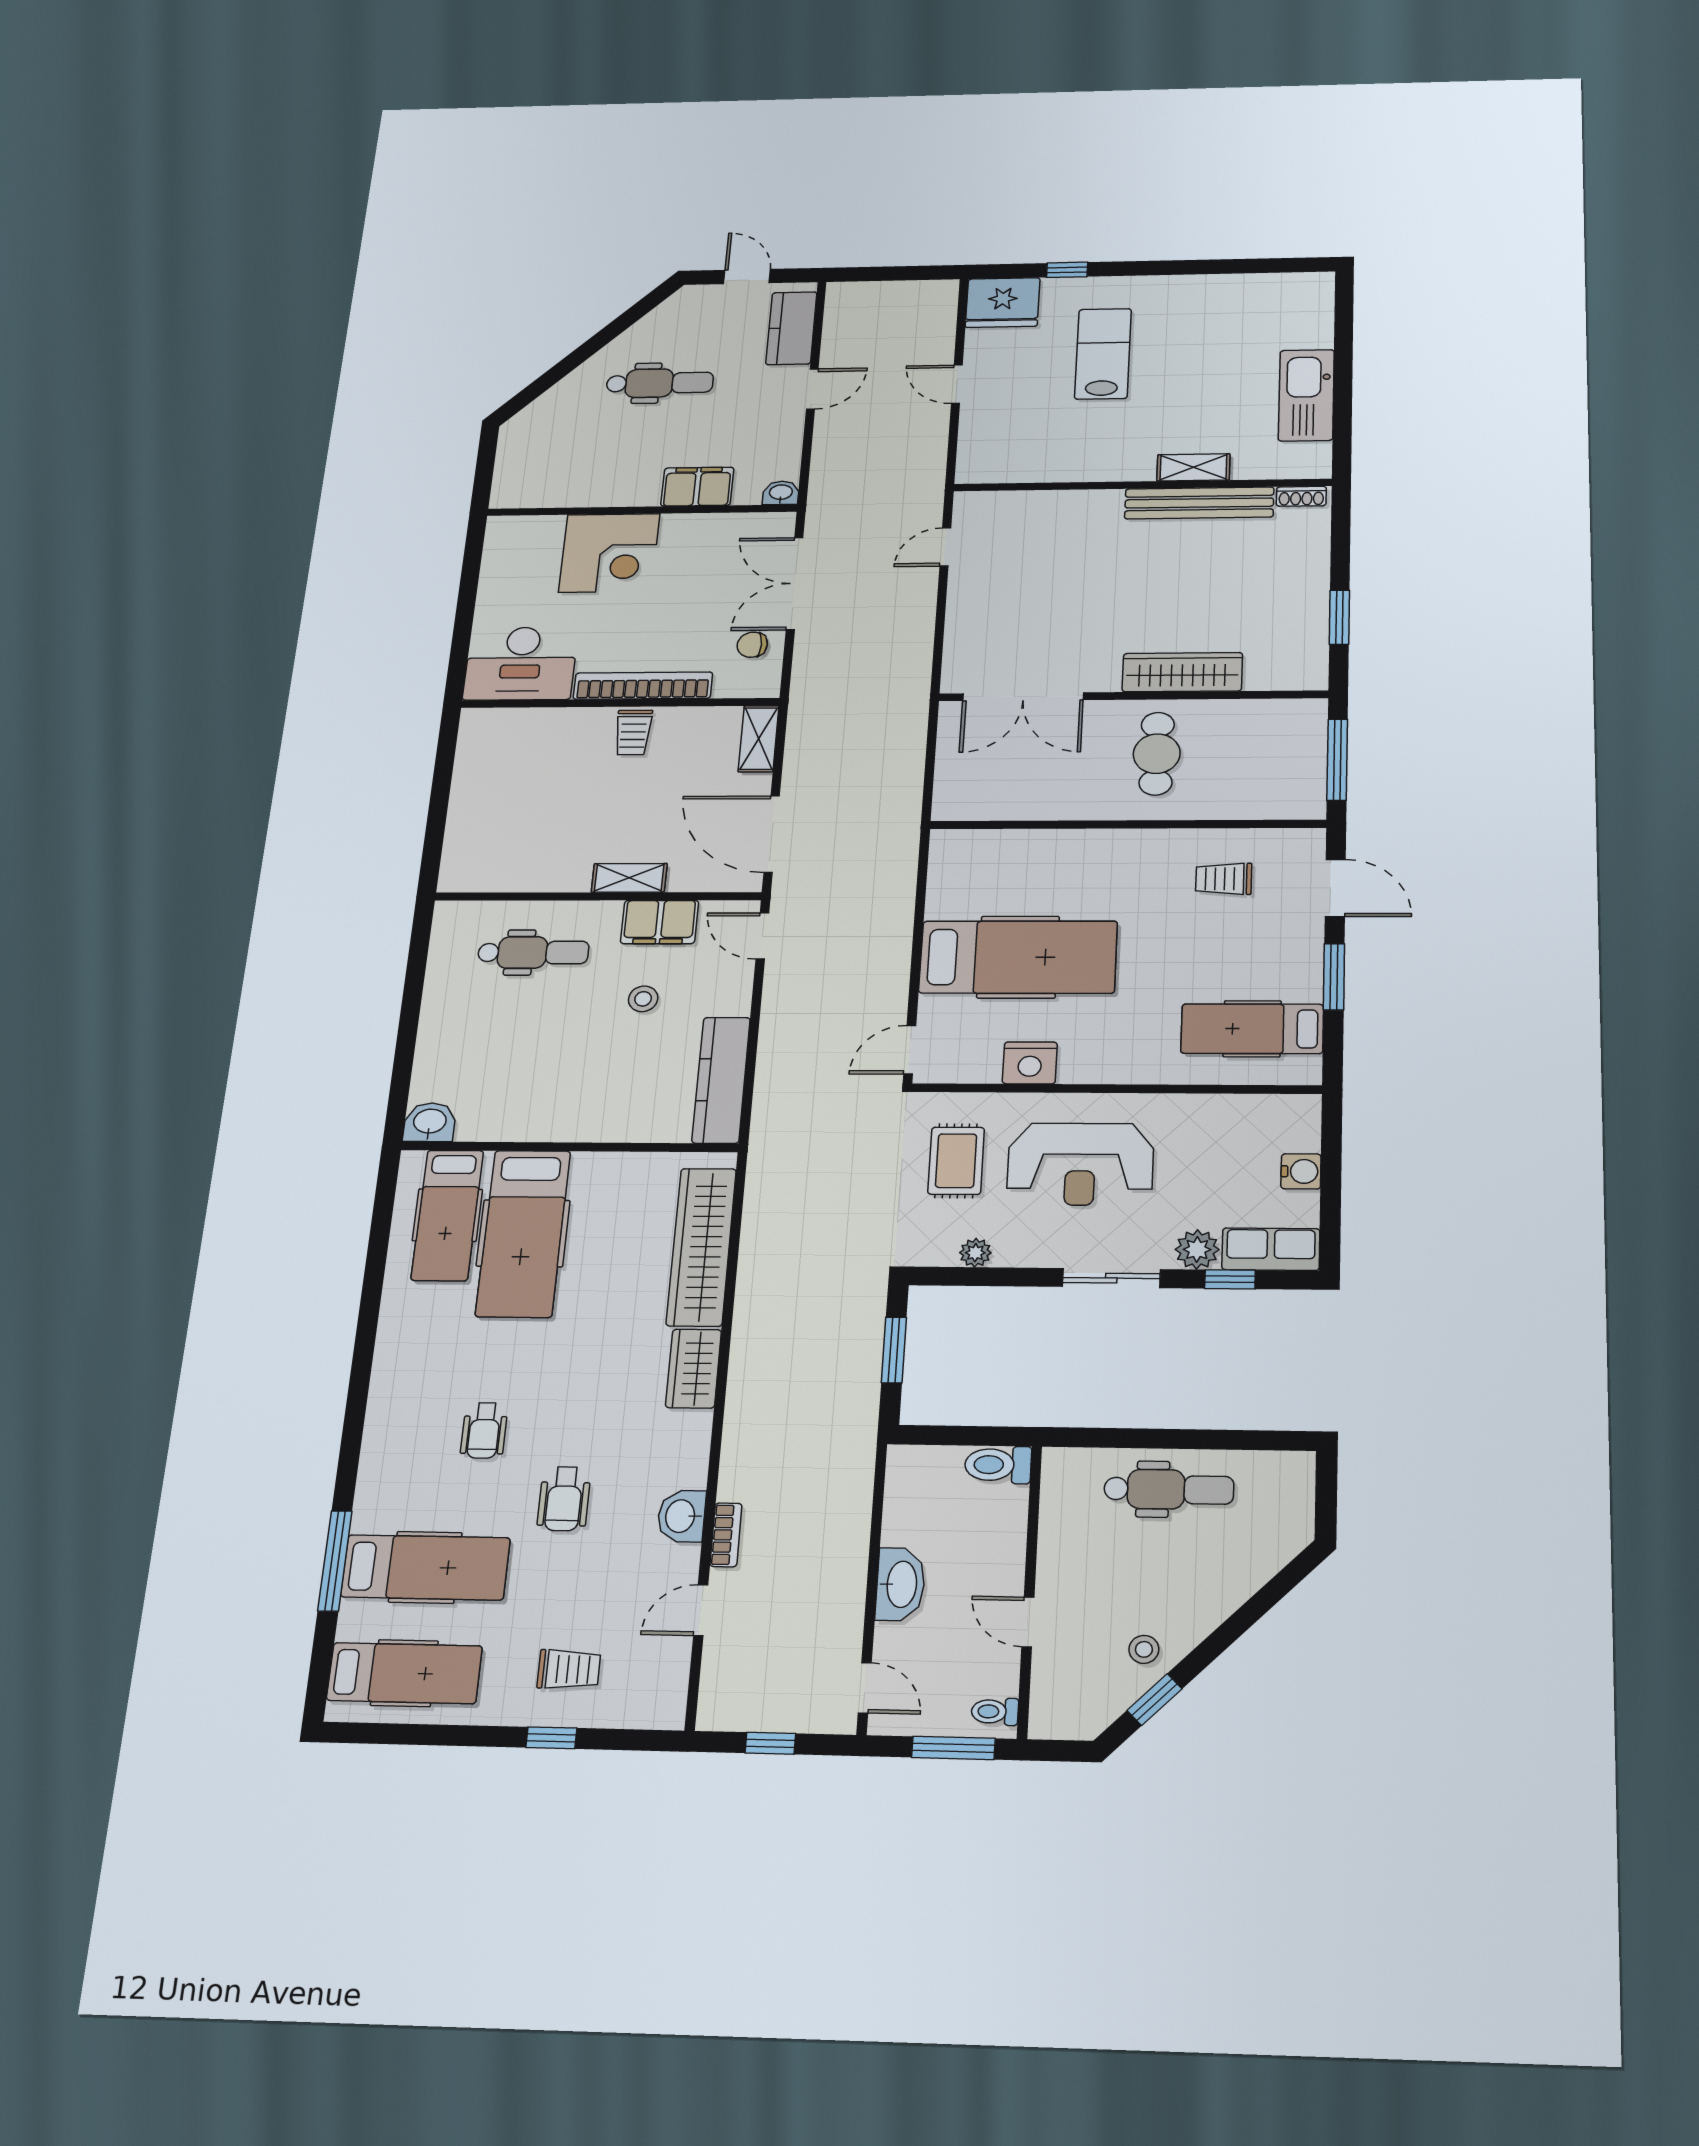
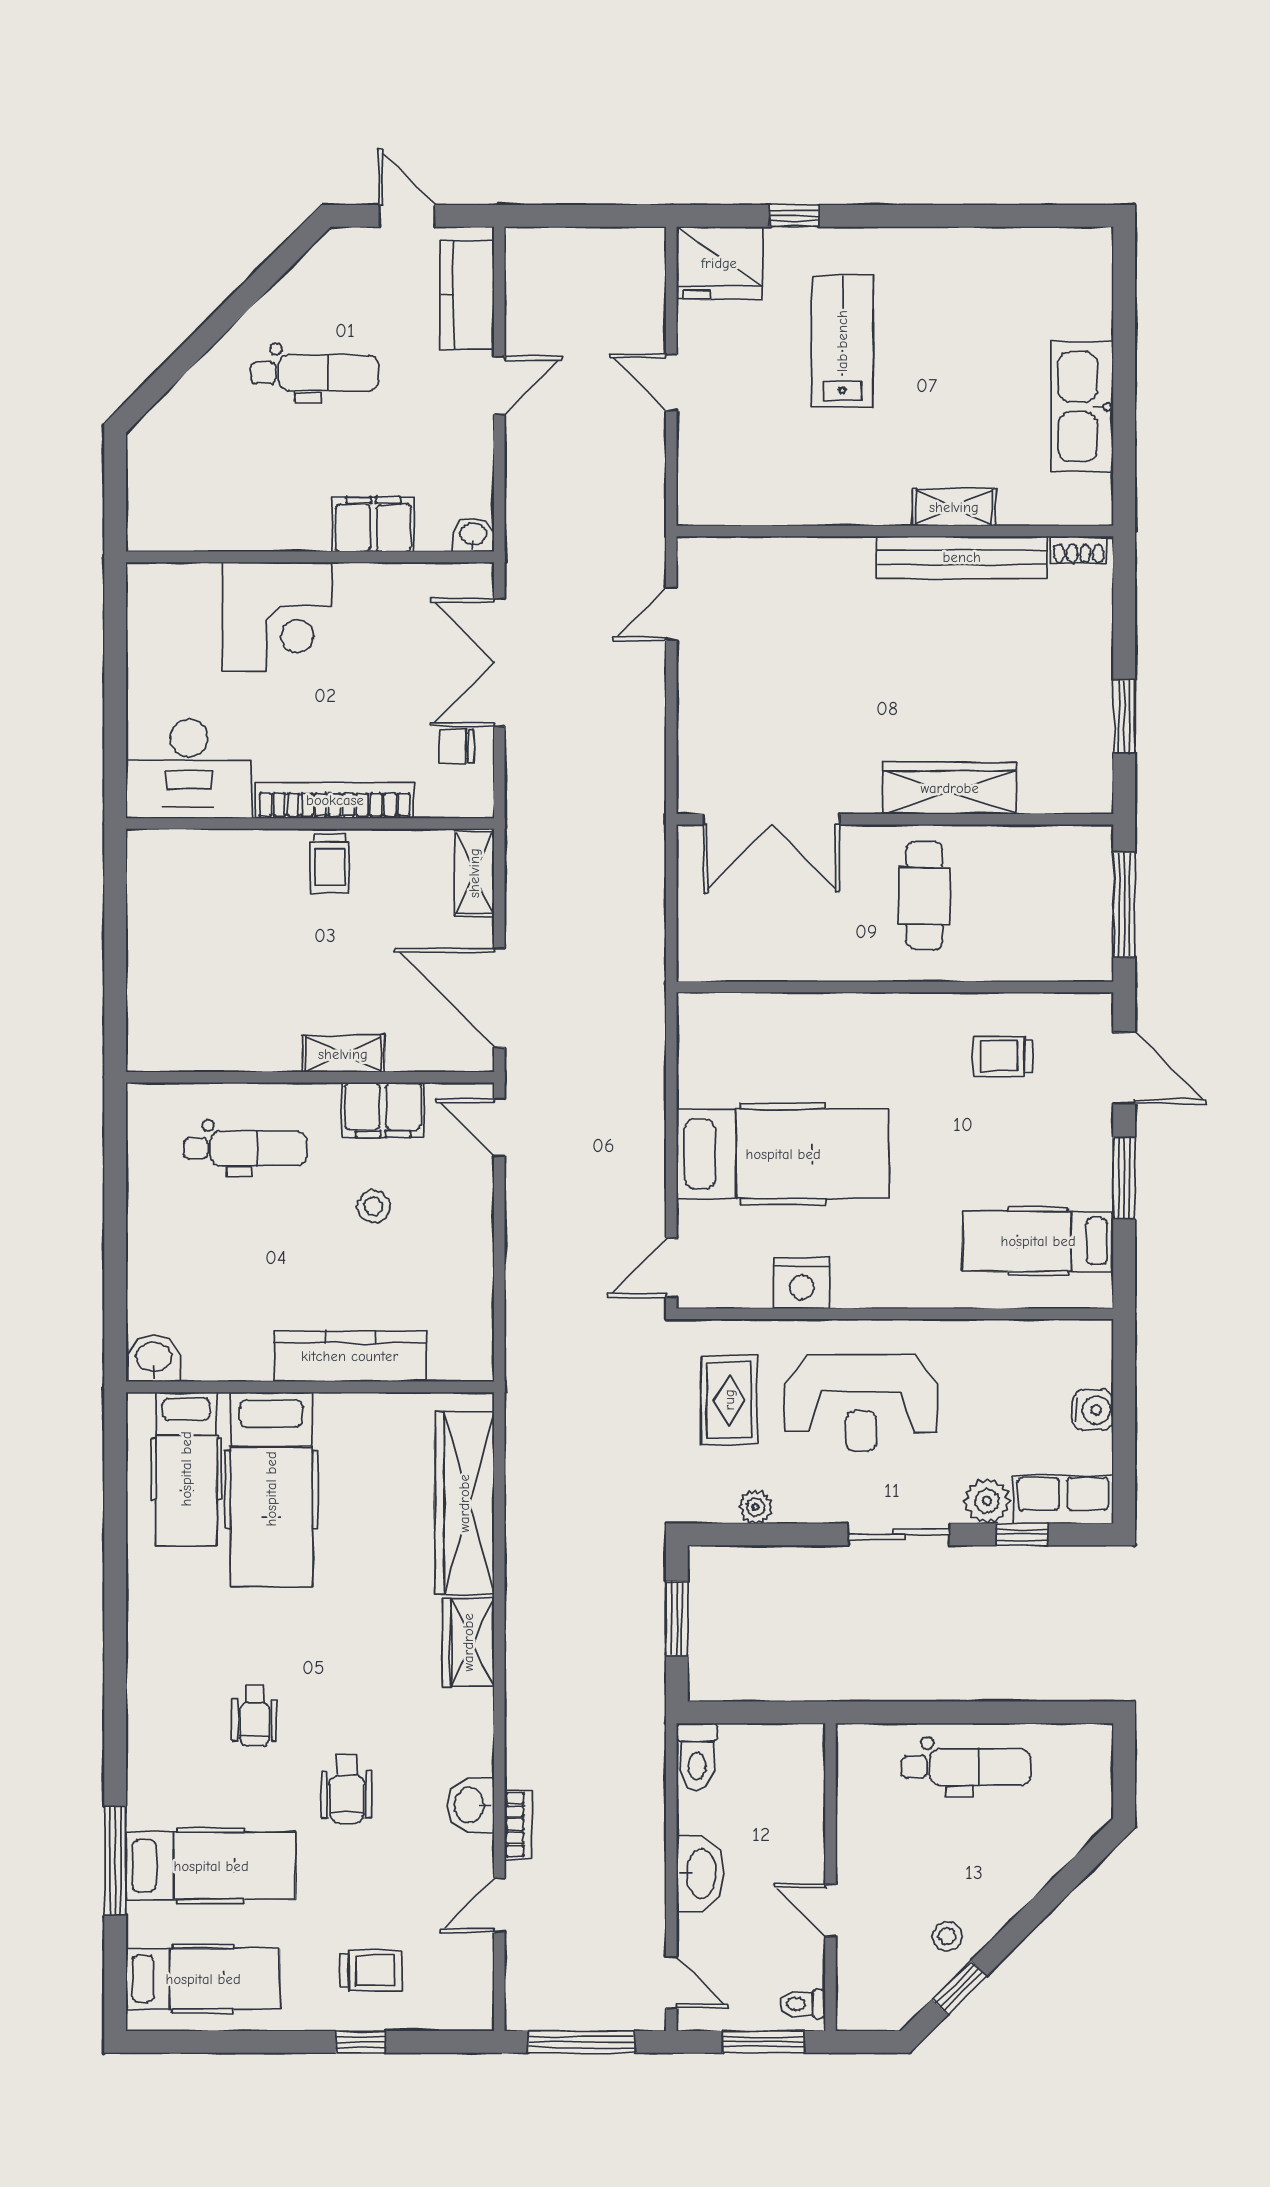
kitchen counter: (721, 1080) -> (350, 1356), moved, turned 90
toilet: (998, 1465) -> (697, 1757), moved, turned -90
window: (770, 1743) -> (581, 2042), width x2.17

